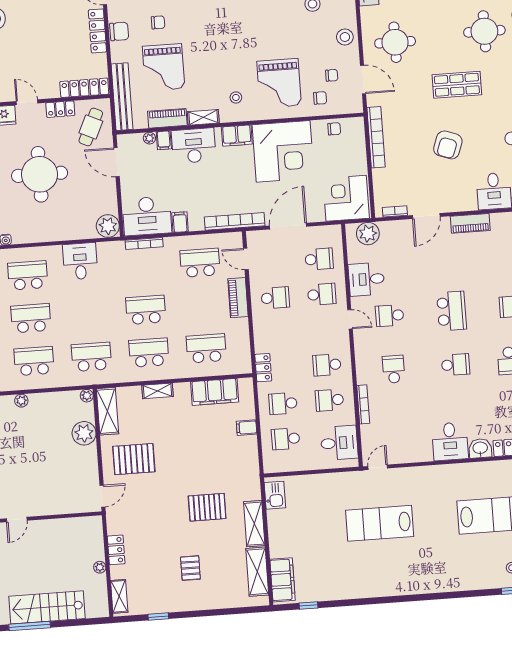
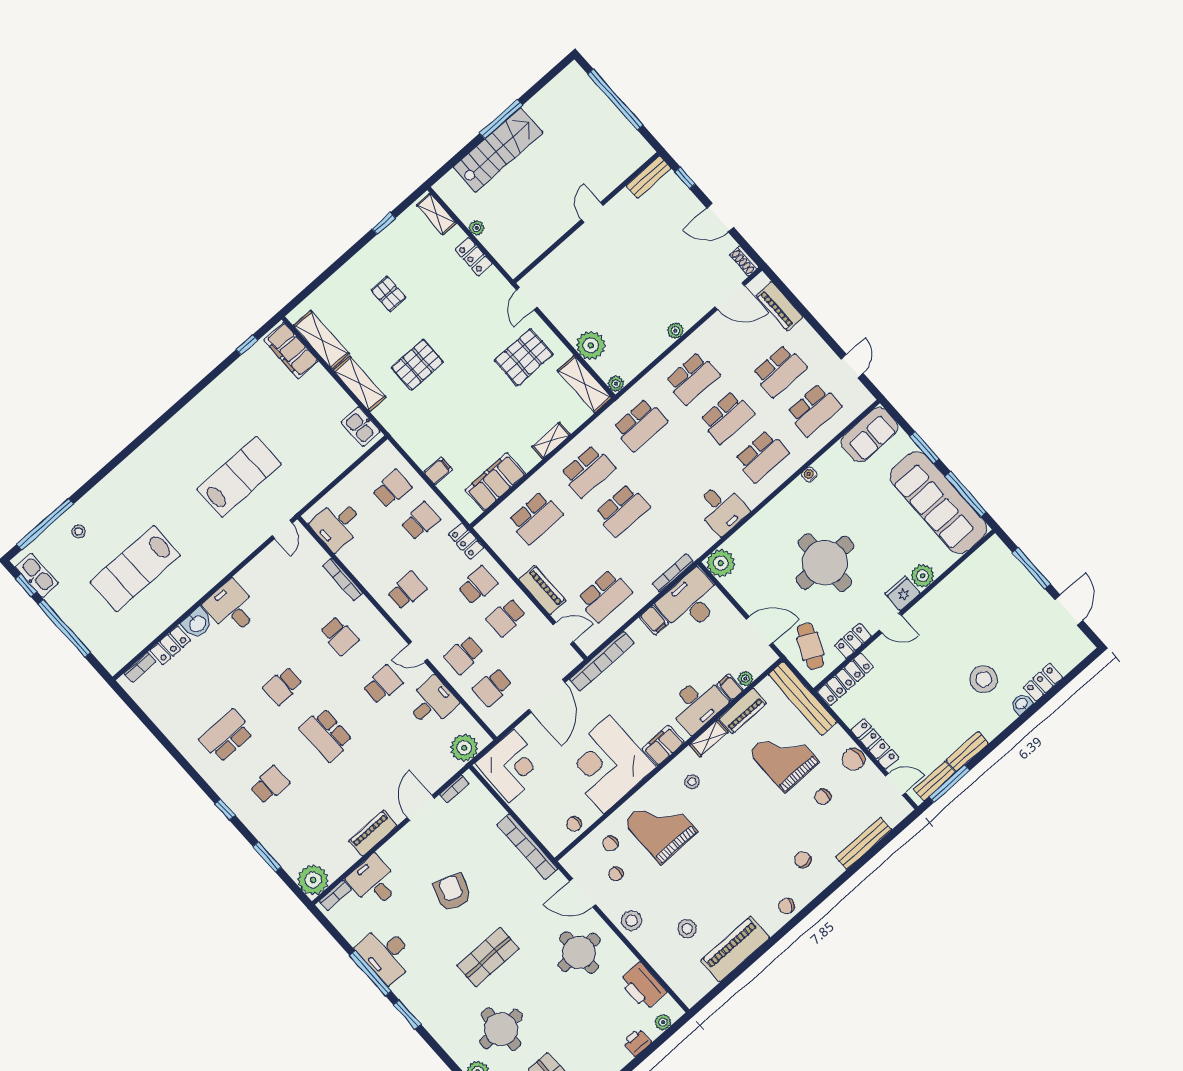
school desk: (329, 400) -> (478, 585), moved

